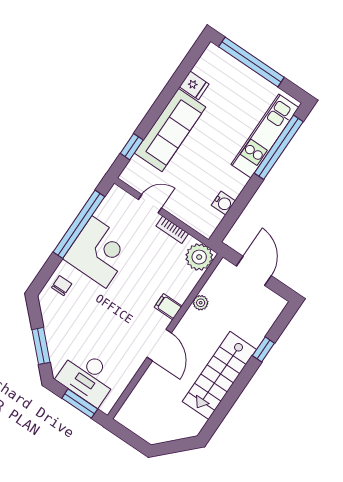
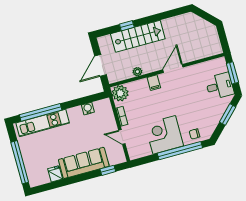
window: (79, 224) -> (180, 151), moved
stairs: (219, 375) -> (138, 36), moved
desk: (87, 377) -> (220, 86), width x0.73

